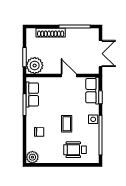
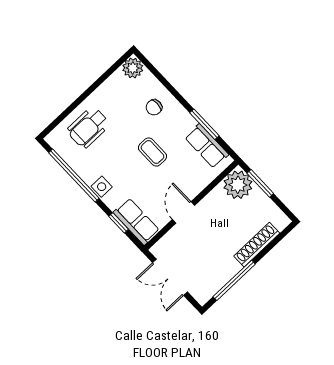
door: (69, 76) -> (184, 212), swing flipped
coffee table: (67, 124) -> (152, 152), moved
wheelchair: (75, 150) -> (88, 127), turned 180

